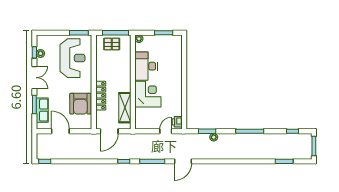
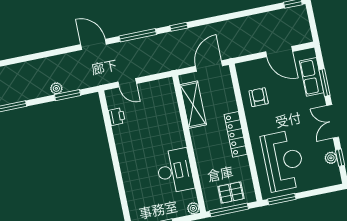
reception desk: (73, 58) -> (283, 161), turned 180
corner desk: (148, 94) -> (164, 131), removed
locker: (101, 96) -> (236, 134), moved
armchair: (80, 104) -> (259, 97), width x0.53, depth x0.53
printer: (177, 122) -> (117, 117), moved
door: (166, 131) -> (127, 83), hinge flipped
door: (183, 161) -> (94, 44), hinge flipped

